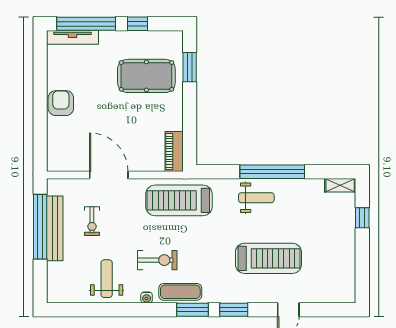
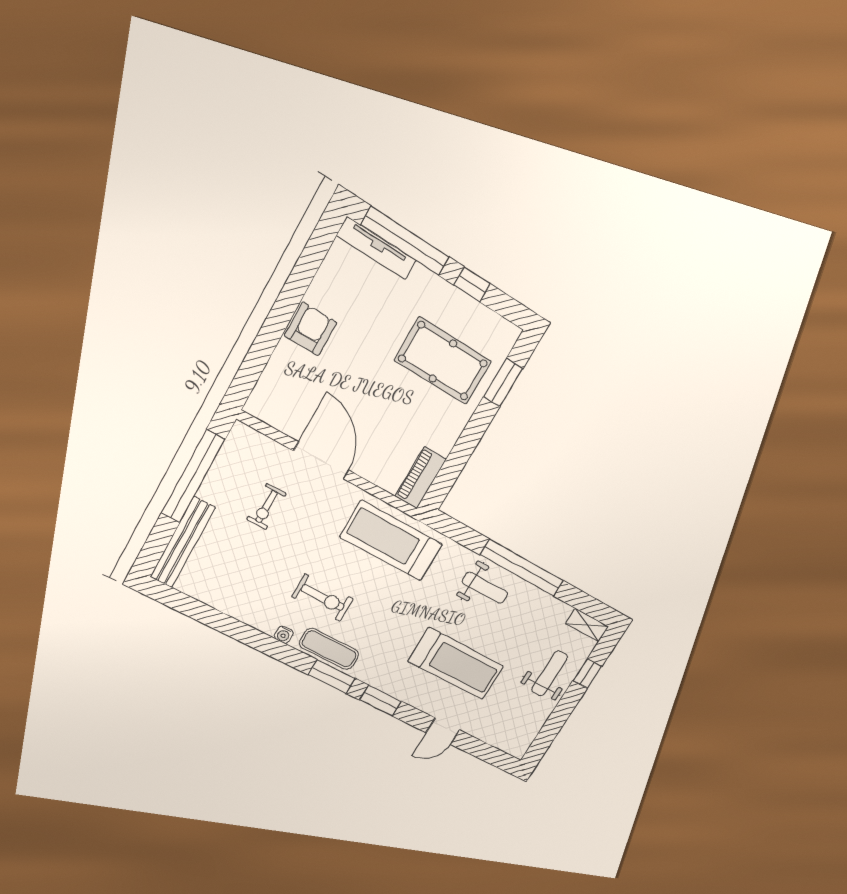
bench: (55, 228) -> (183, 542), moved
weight bench: (107, 279) -> (550, 673), moved

